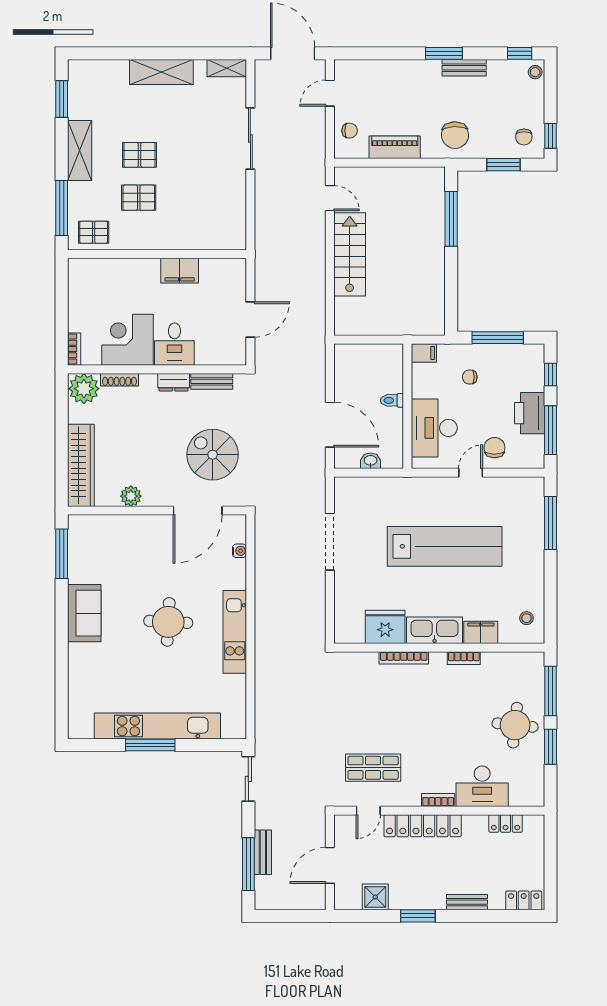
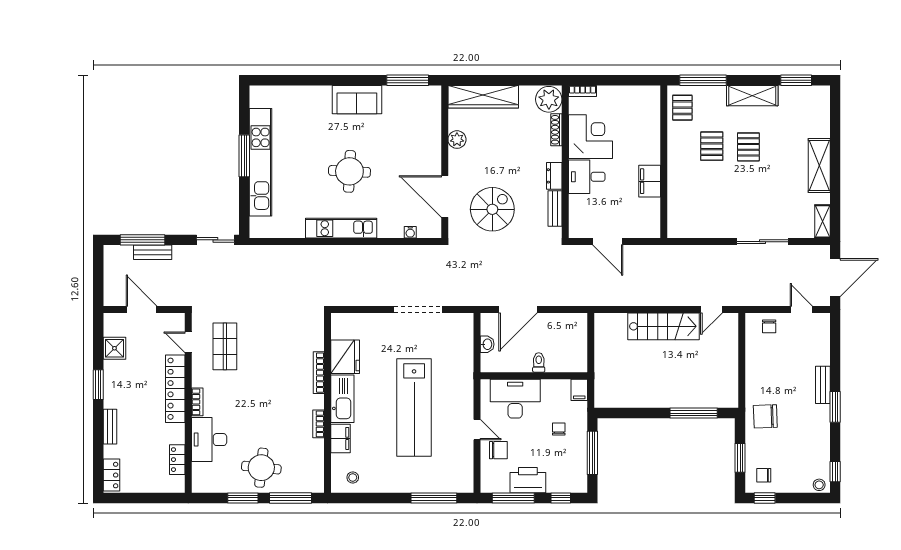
bench: (464, 68) -> (823, 385), moved
piano: (395, 147) -> (755, 365), removed

